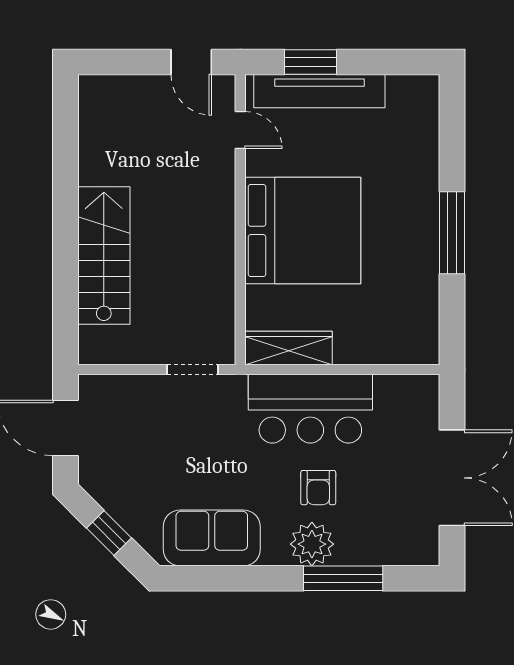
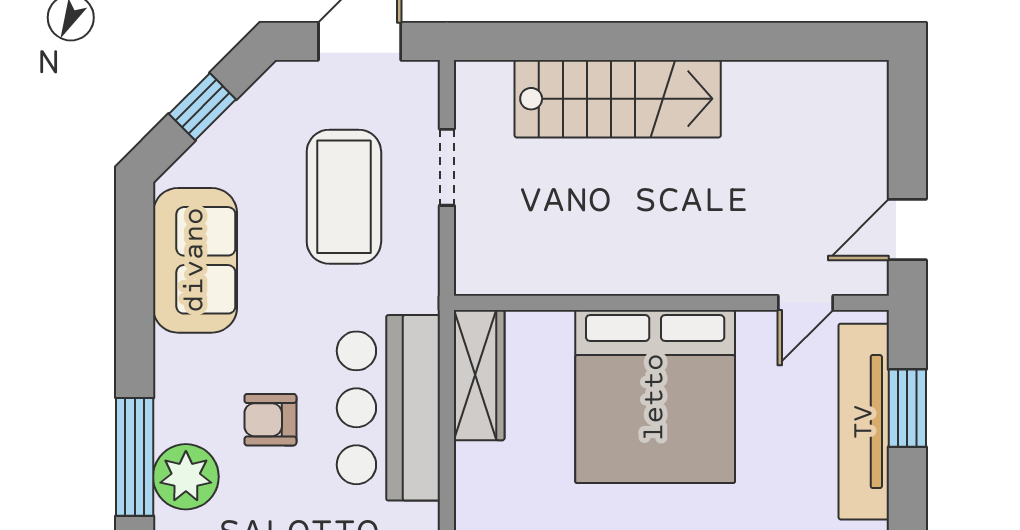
doorway: (192, 370) -> (447, 167), moved
coffee table: (169, 438) -> (344, 197), added
plant: (312, 544) -> (186, 477), moved

